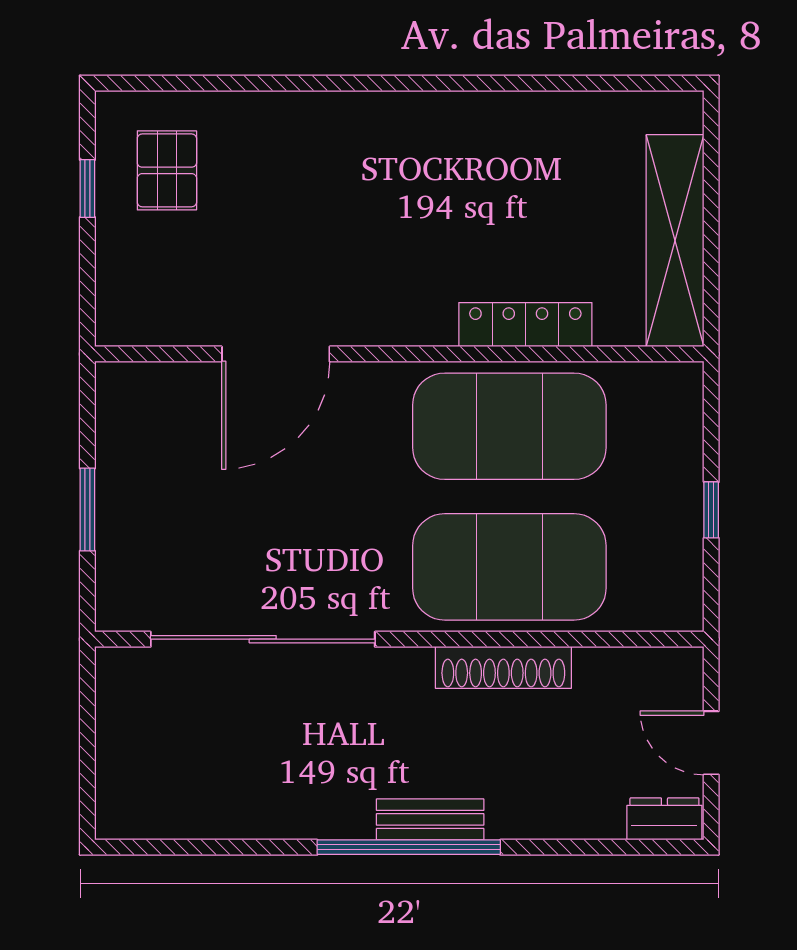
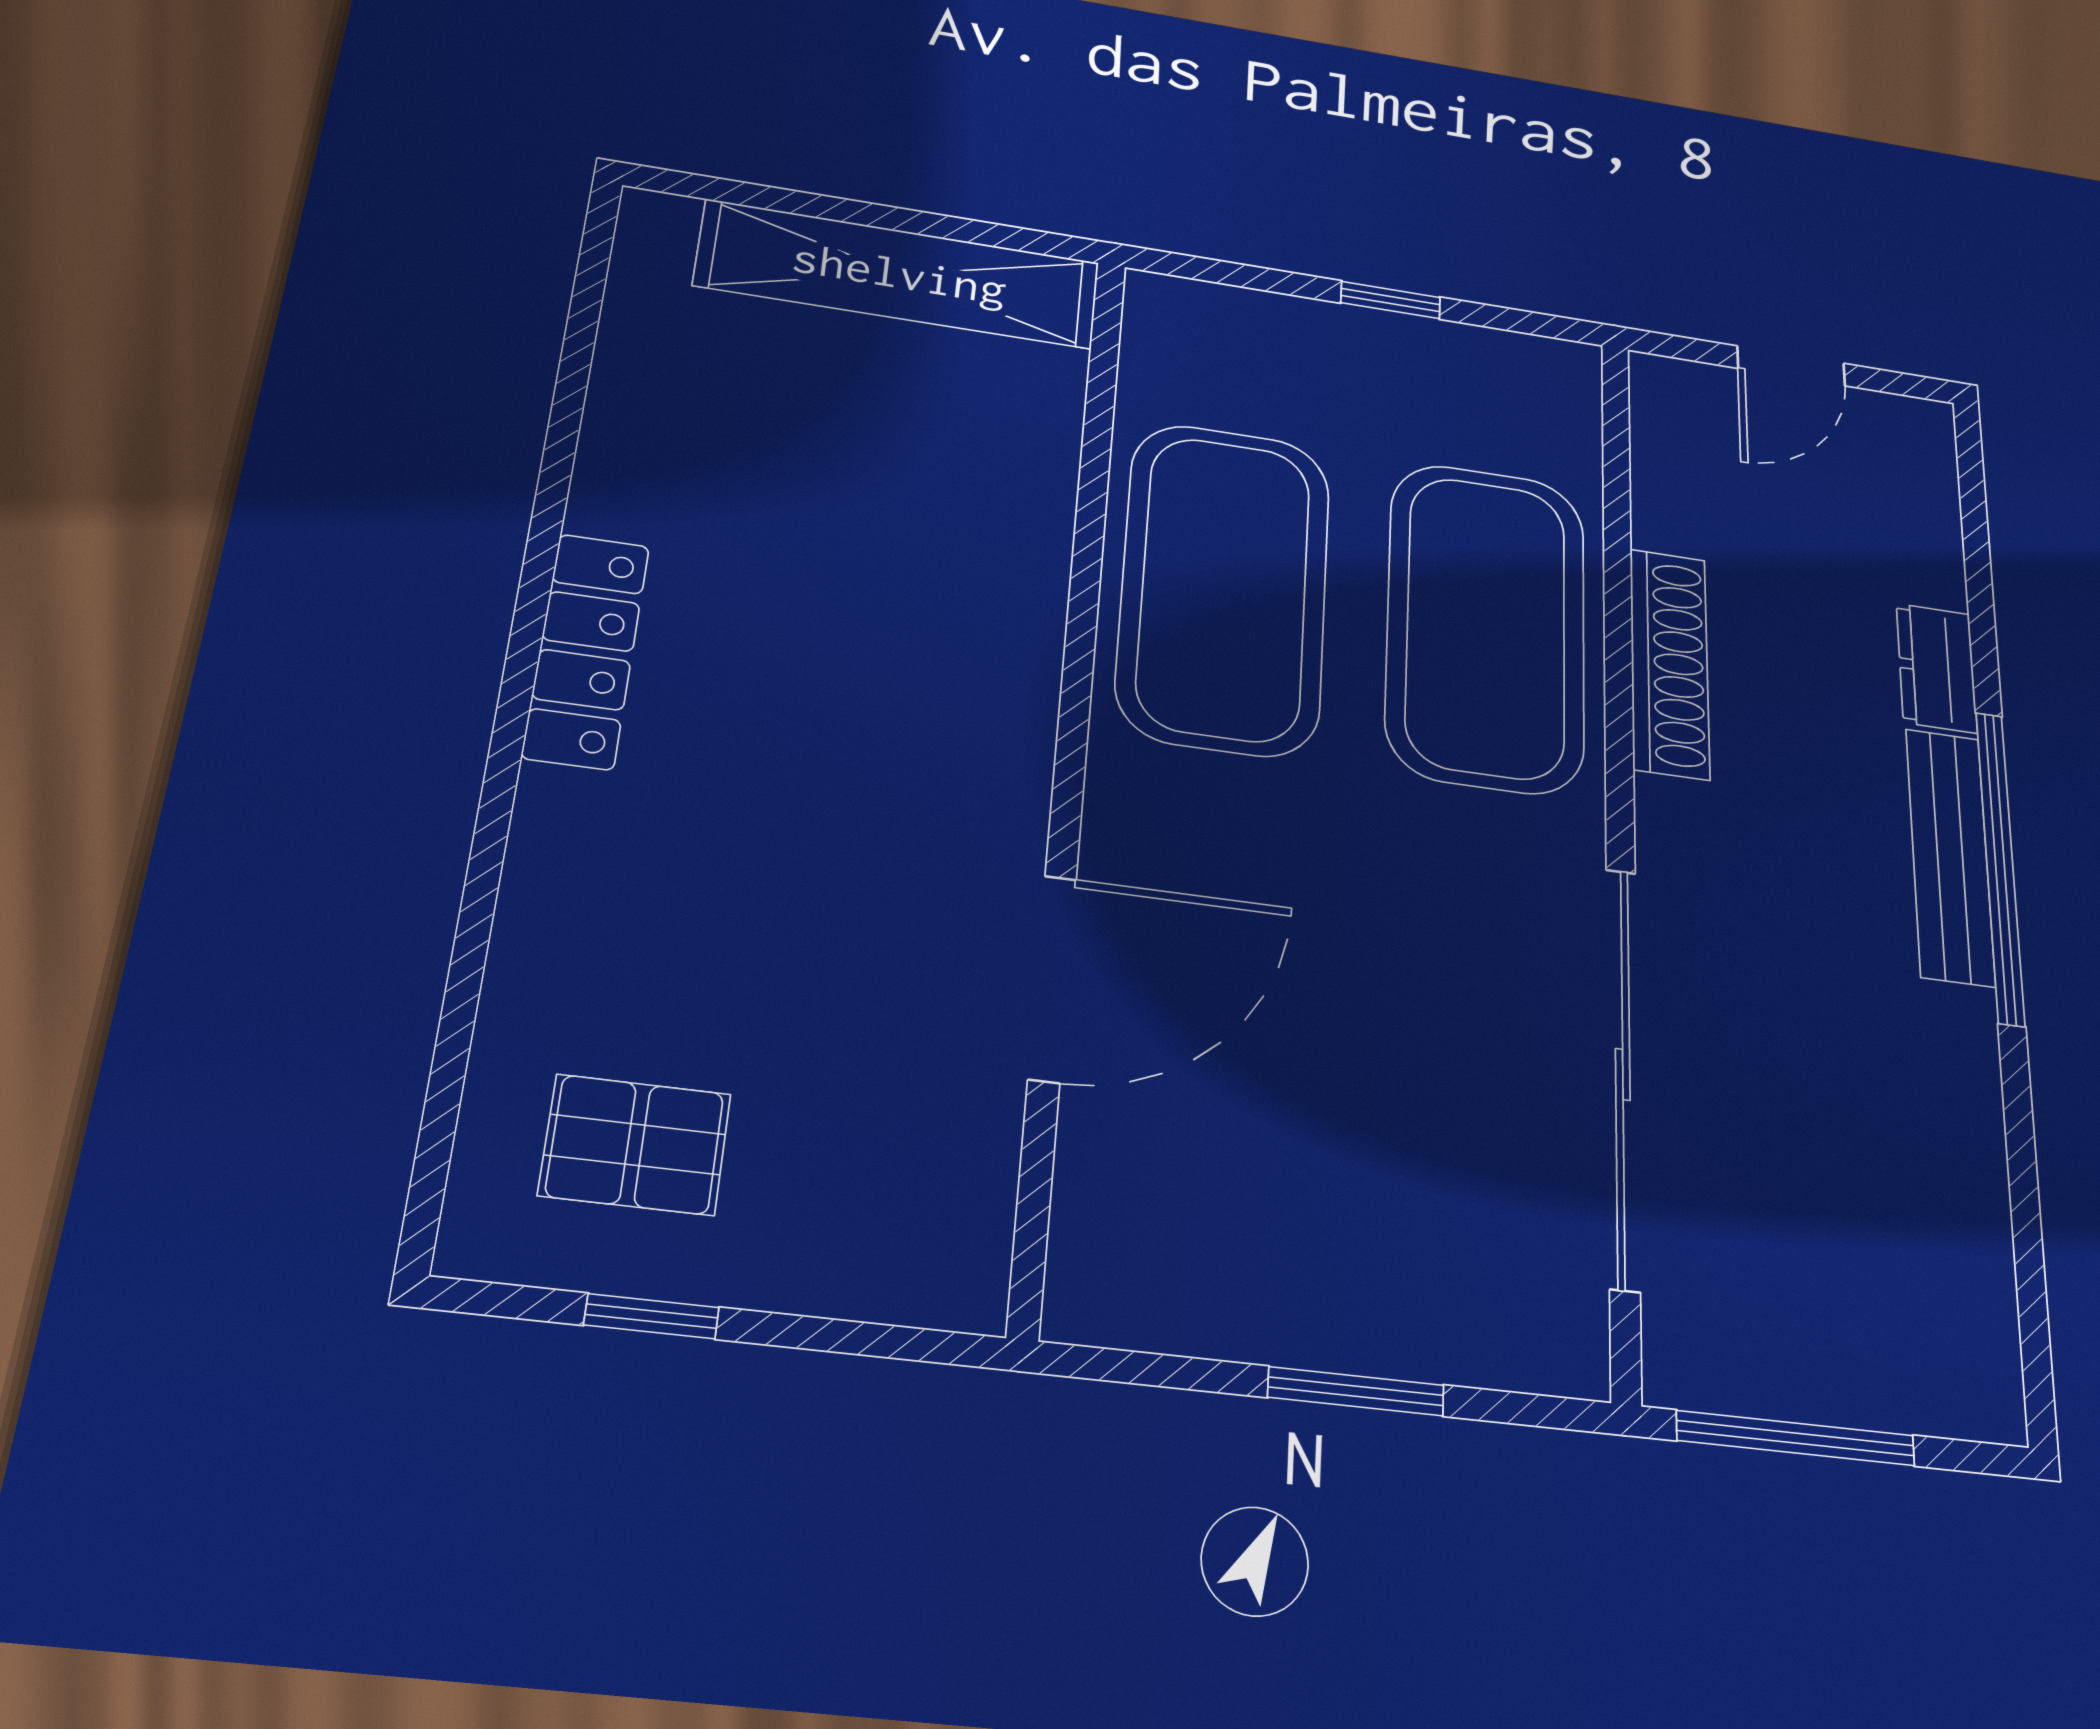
locker: (525, 325) -> (586, 650), moved, turned 180
door: (276, 354) -> (1052, 978), hinge flipped
window: (87, 722) -> (1796, 1438), added
bench: (430, 819) -> (1950, 856), width x1.36
dresser: (664, 819) -> (1937, 668), moved

